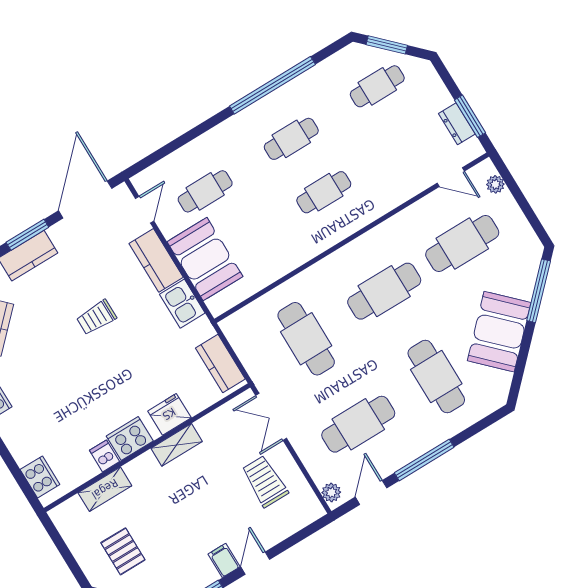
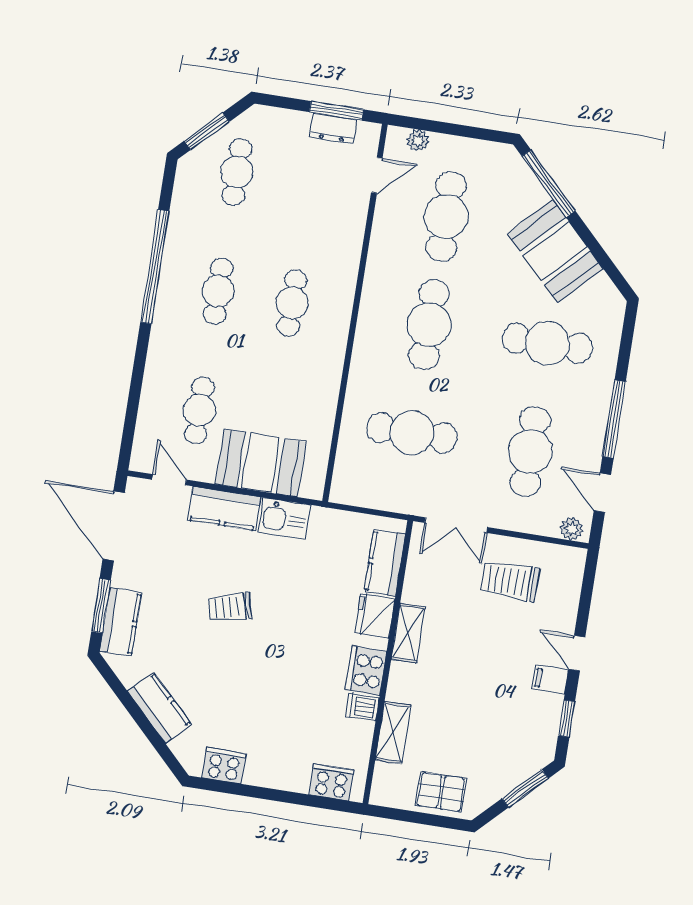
trolley: (96, 317) -> (230, 607), turned 76
kitchen counter: (220, 363) -> (385, 563), moved, turned 90
pallet: (123, 551) -> (441, 792), moved

